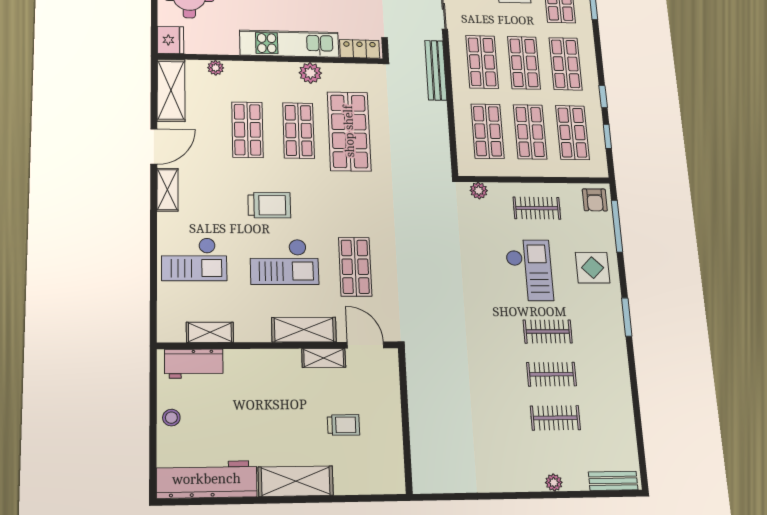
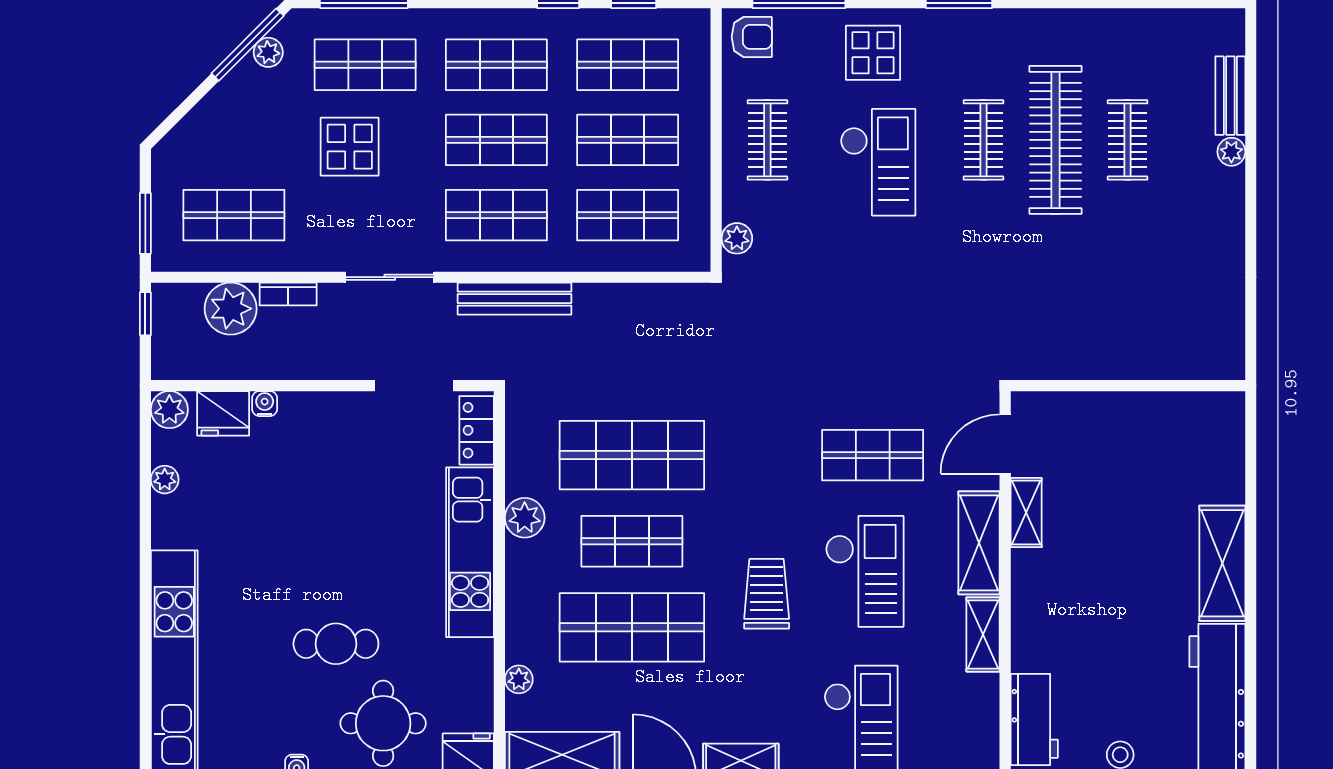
shop shelf: (247, 130) -> (632, 627), width x1.43, depth x1.36
checkout: (529, 270) -> (878, 162), turned 90
shelving: (210, 332) -> (983, 634), moved
clothes rail: (551, 374) -> (1056, 140), width x1.86, depth x1.31
trolley: (343, 425) -> (1135, 485), removed
bench: (613, 481) -> (1230, 96), moved

